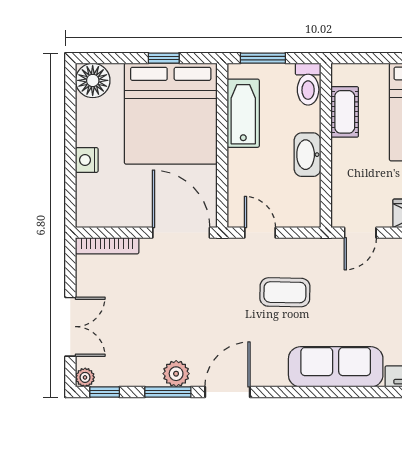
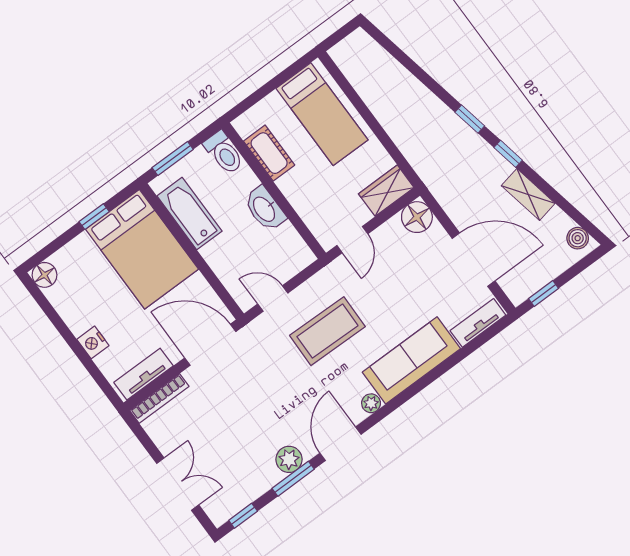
floor lamp: (93, 80) -> (44, 275), width x0.73, depth x0.73
bed: (171, 114) -> (142, 249), width x0.73
tv unit: (109, 216) -> (143, 374), added
coffee table: (285, 292) -> (327, 331), width x1.36, depth x1.32
plant: (85, 377) -> (371, 403), moved

